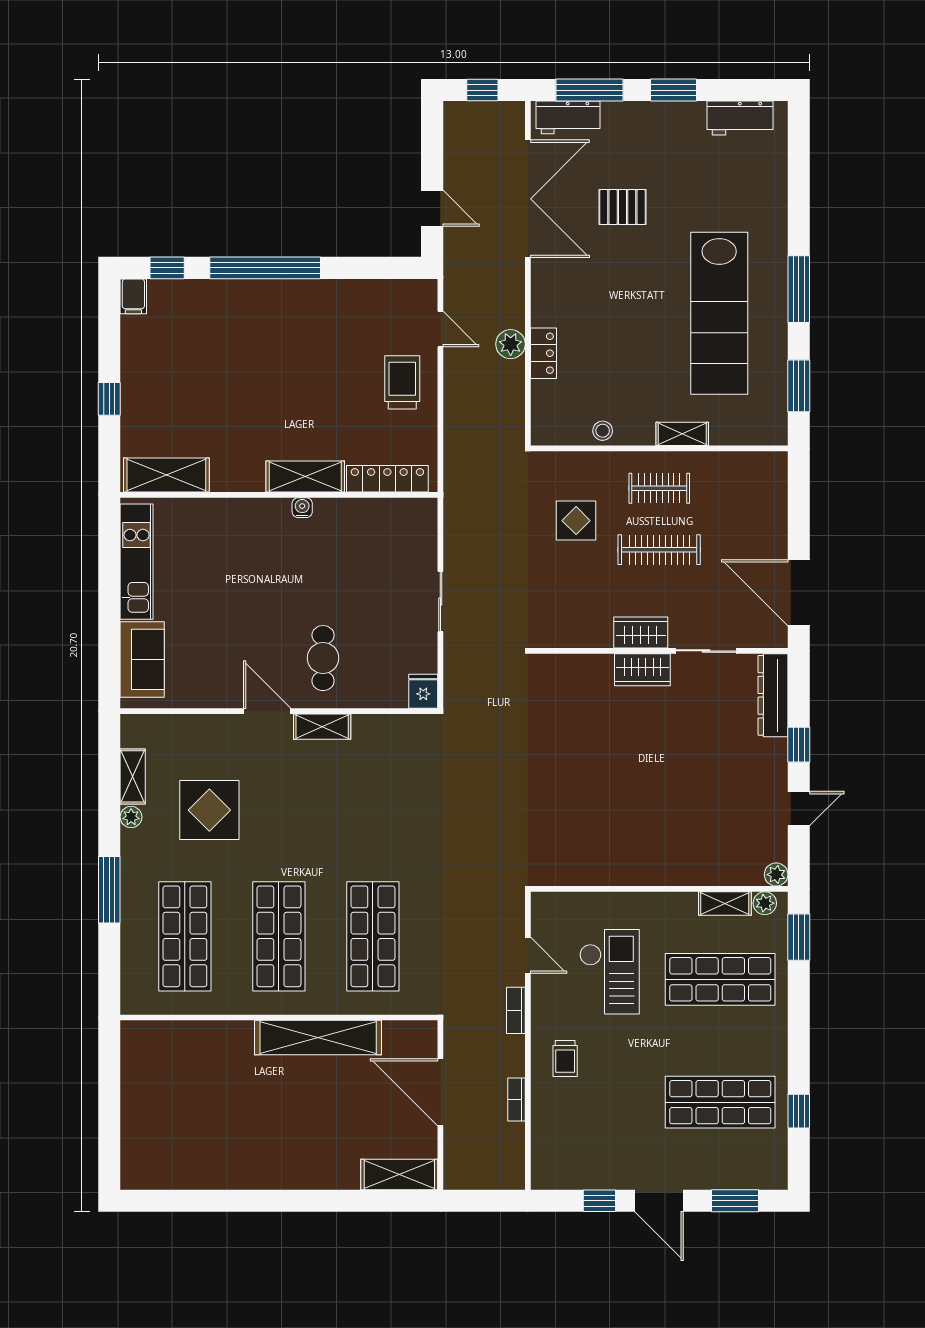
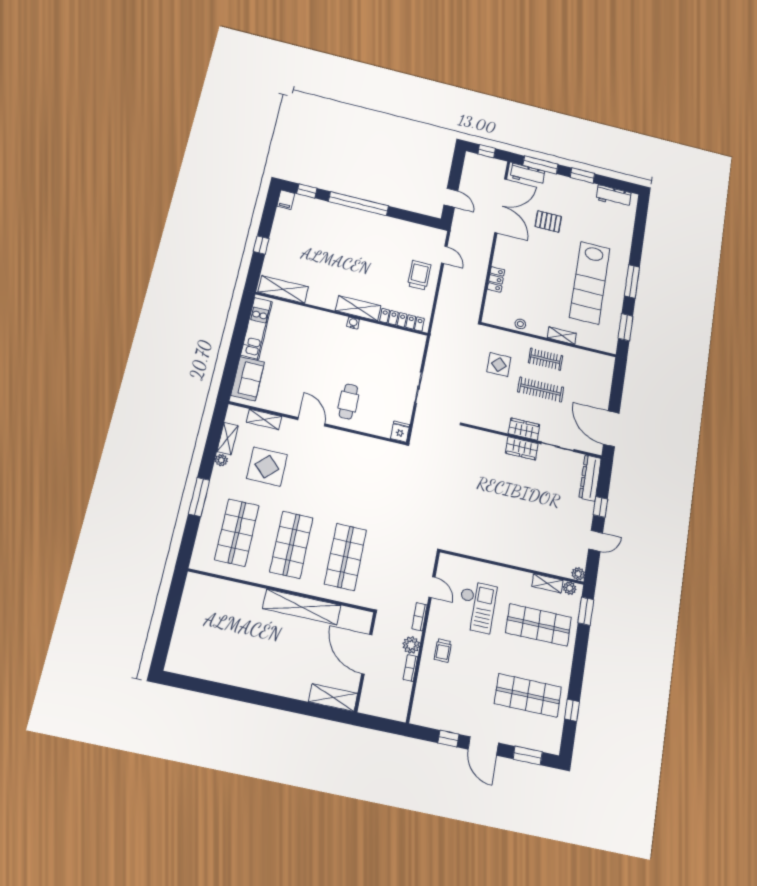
plant: (511, 344) -> (411, 645), moved
shelving: (322, 727) -> (264, 419), moved

